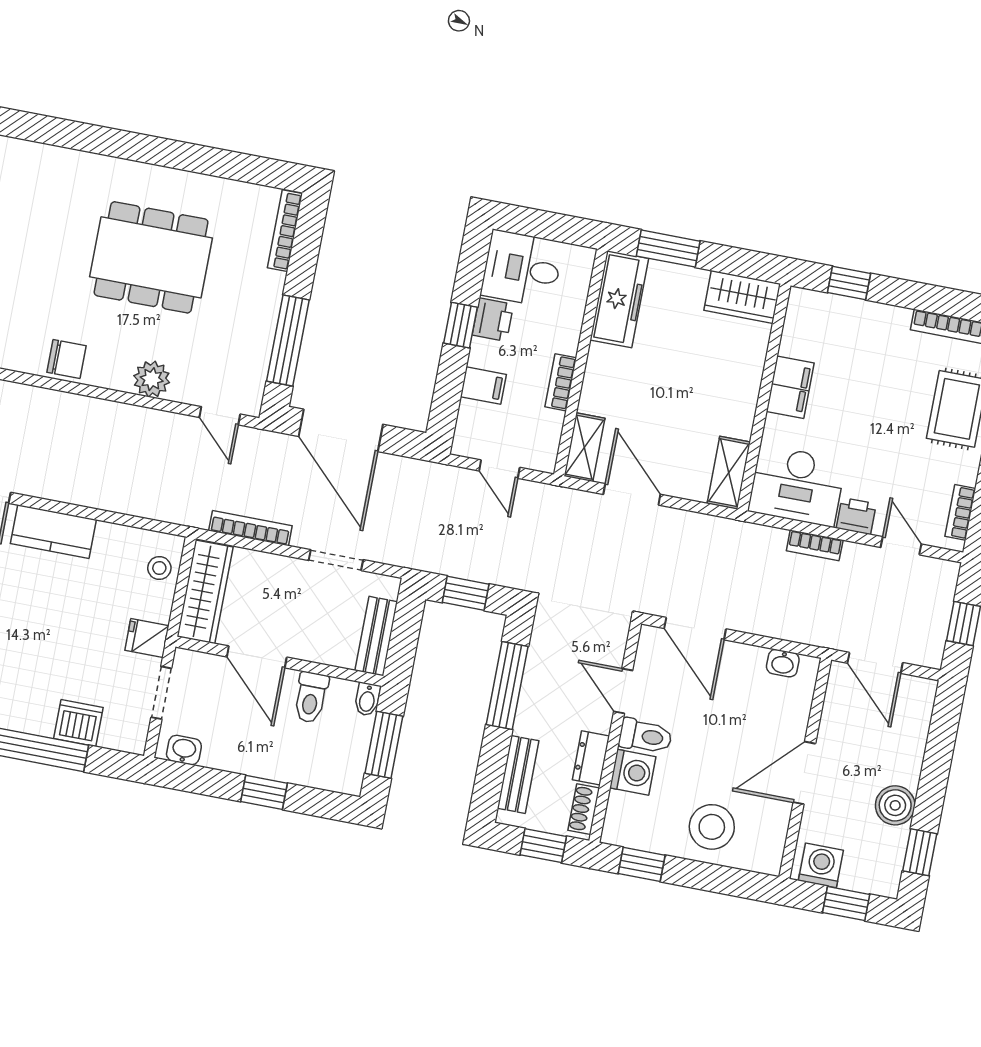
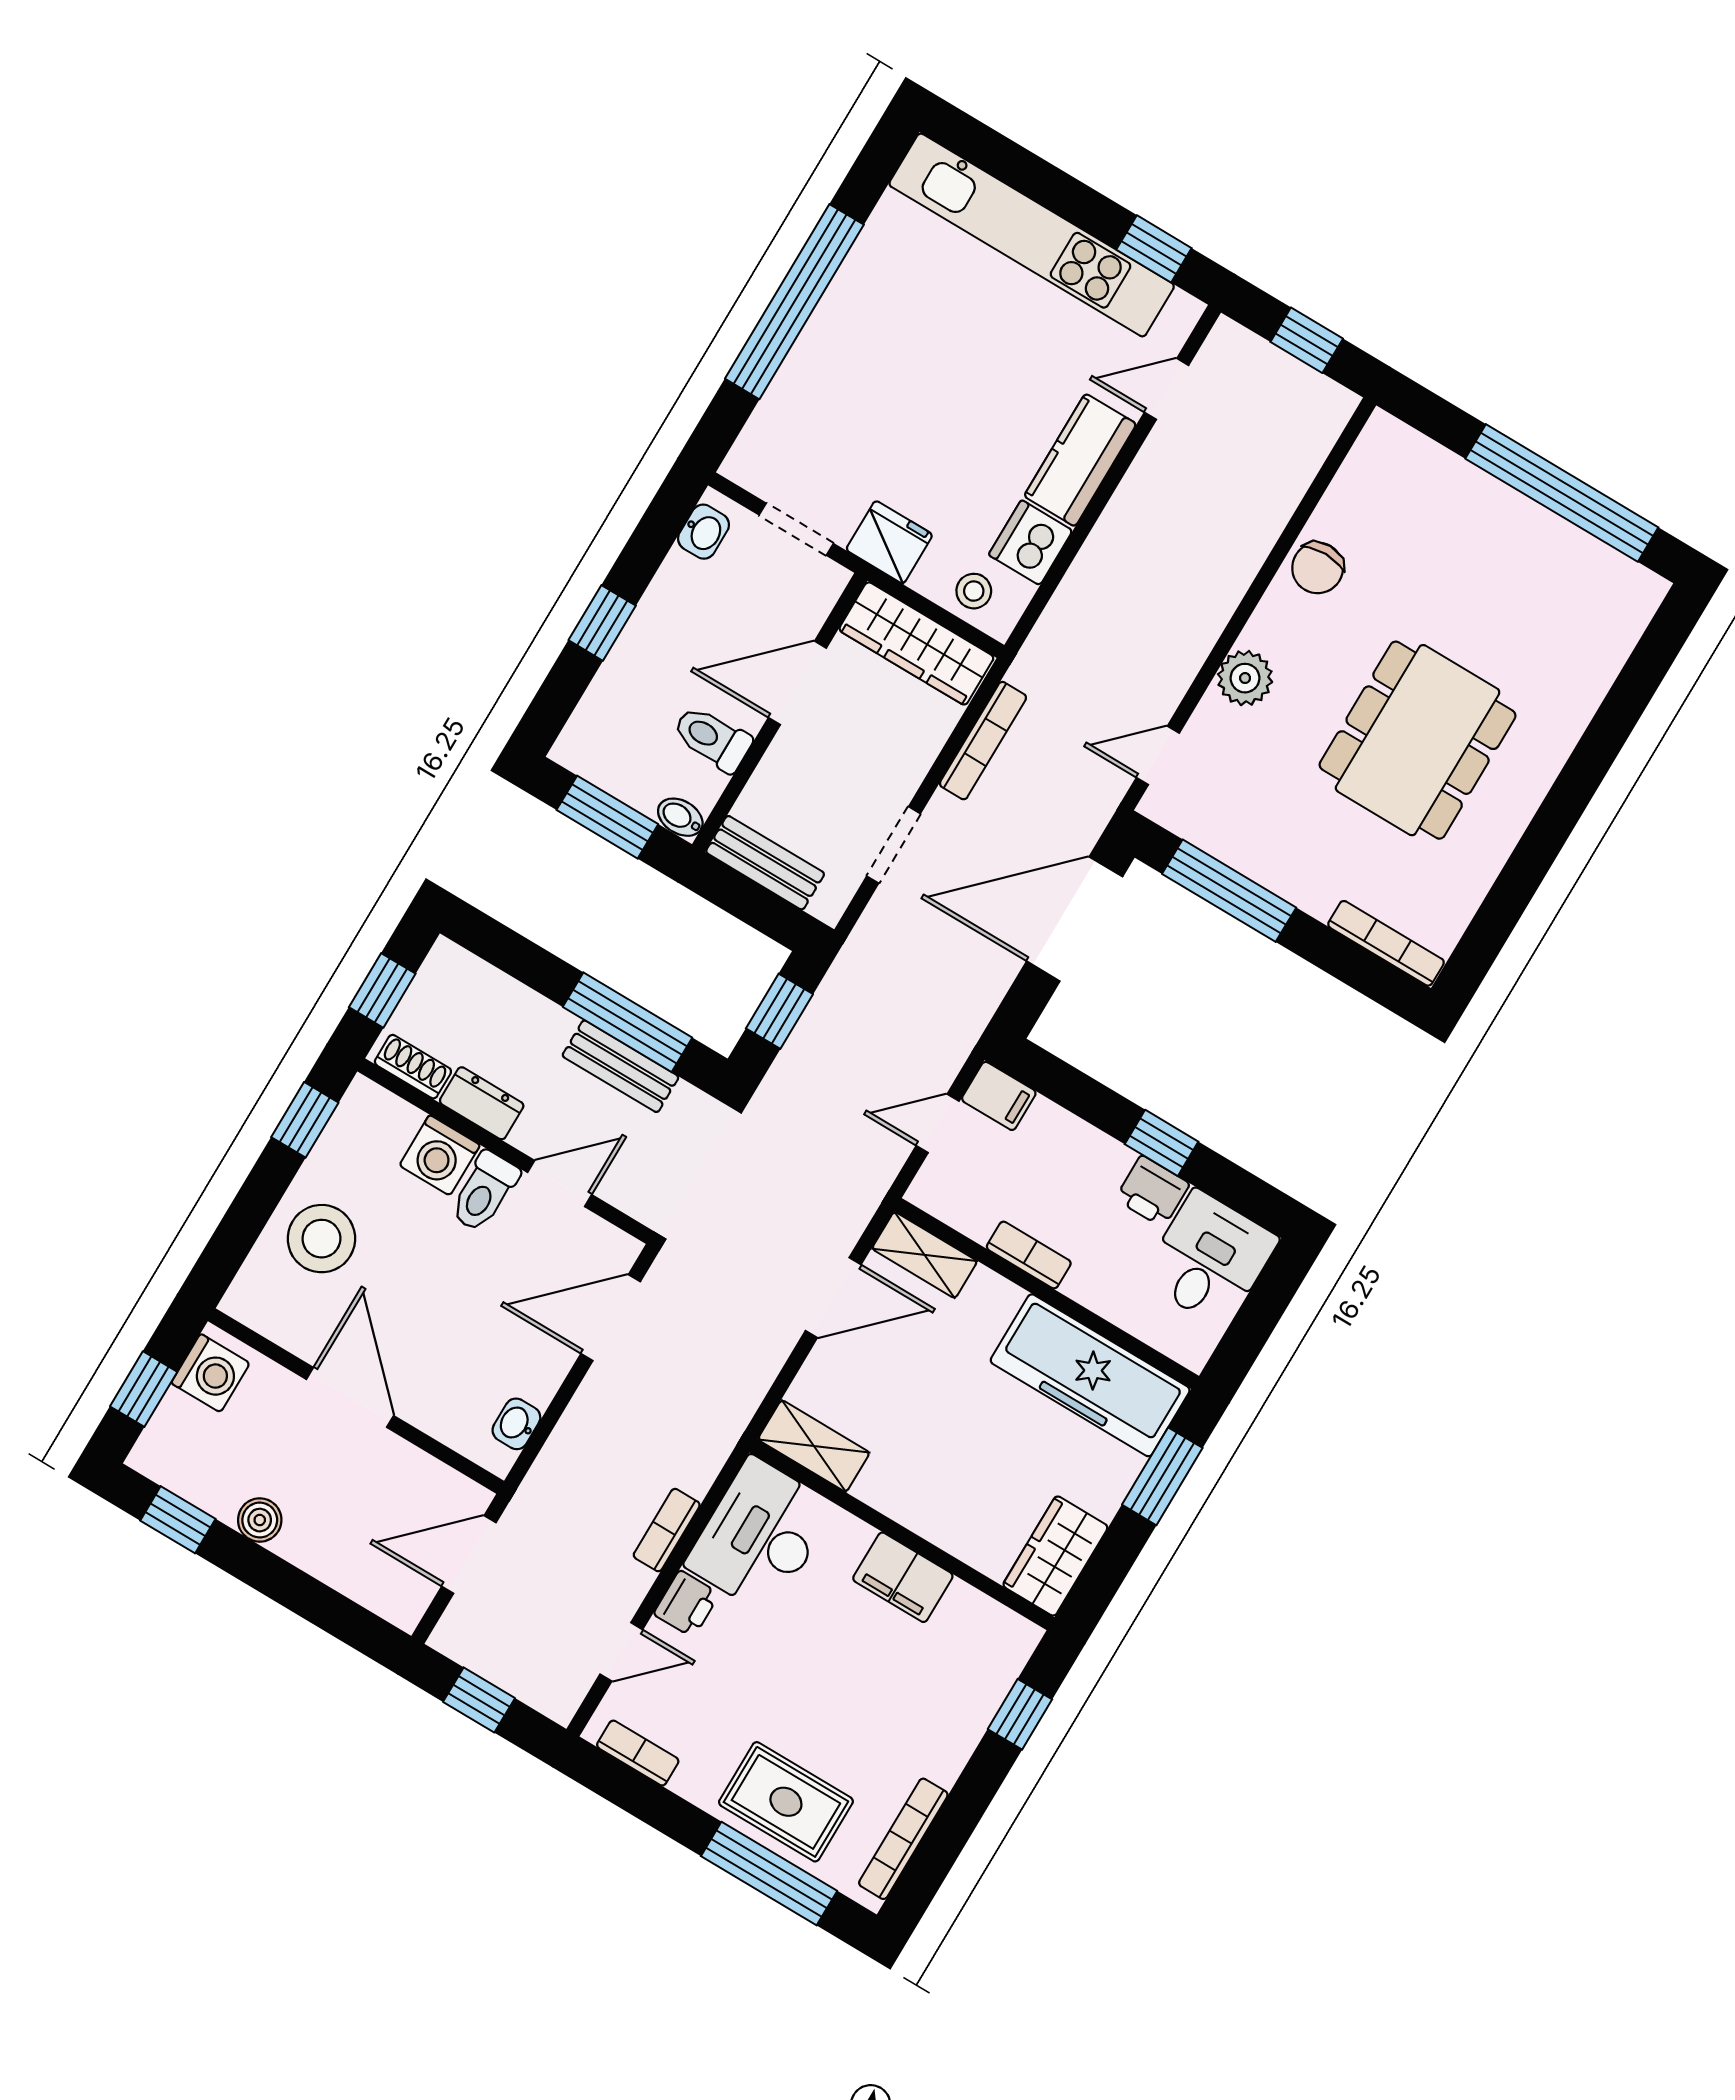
freezer: (619, 299) -> (1090, 1375), width x1.36, depth x1.26
filing cabinet: (483, 386) -> (999, 1096), moved, turned -90
fridge: (147, 638) -> (889, 542), width x1.38
dishwasher: (78, 723) -> (1031, 543), moved, turned 180
bench: (518, 774) -> (620, 1066), moved
boiler: (895, 805) -> (260, 1520), width x0.73, depth x0.73

